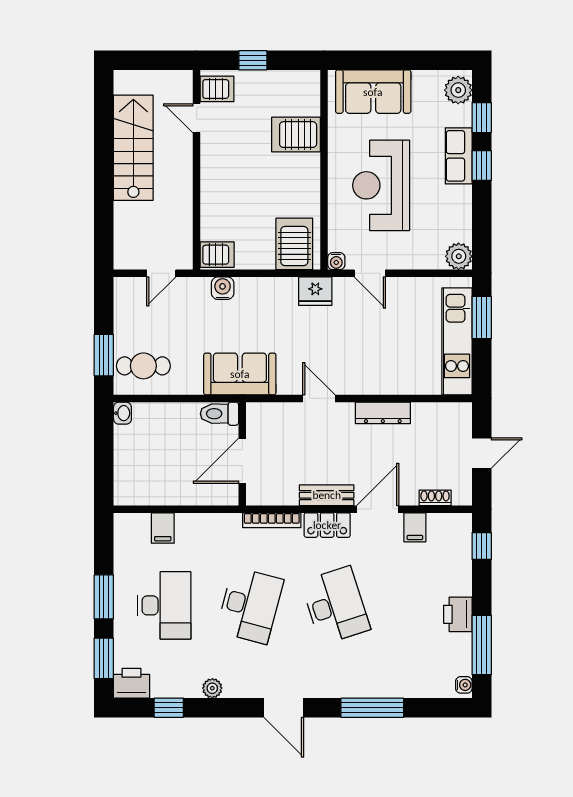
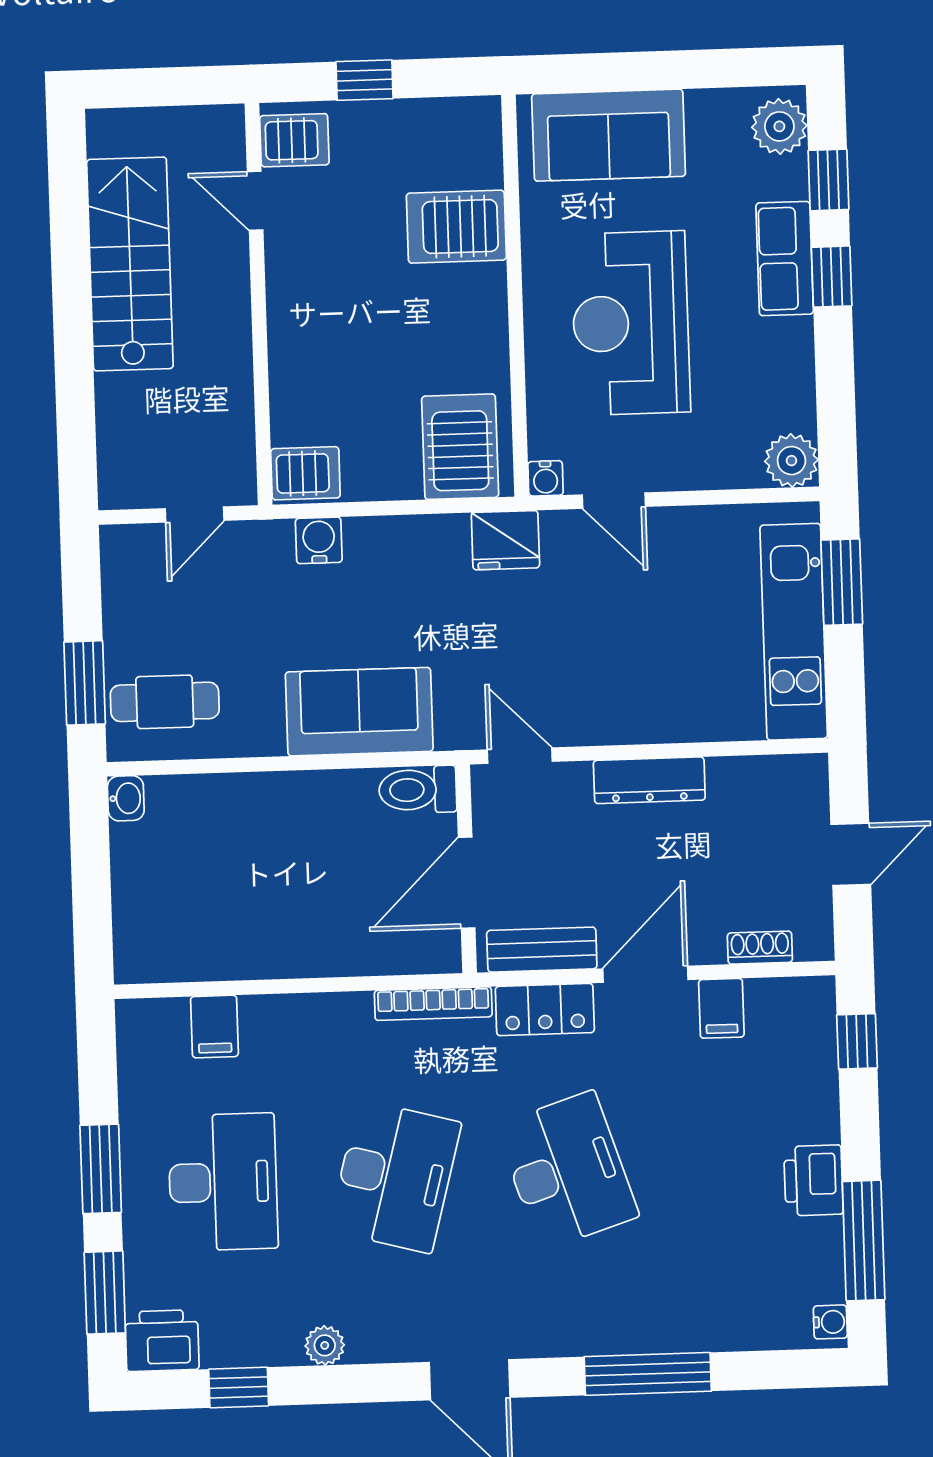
toilet: (219, 414) -> (418, 790), moved
wall: (242, 454) -> (466, 869), moved
door: (242, 461) -> (467, 883), moved

